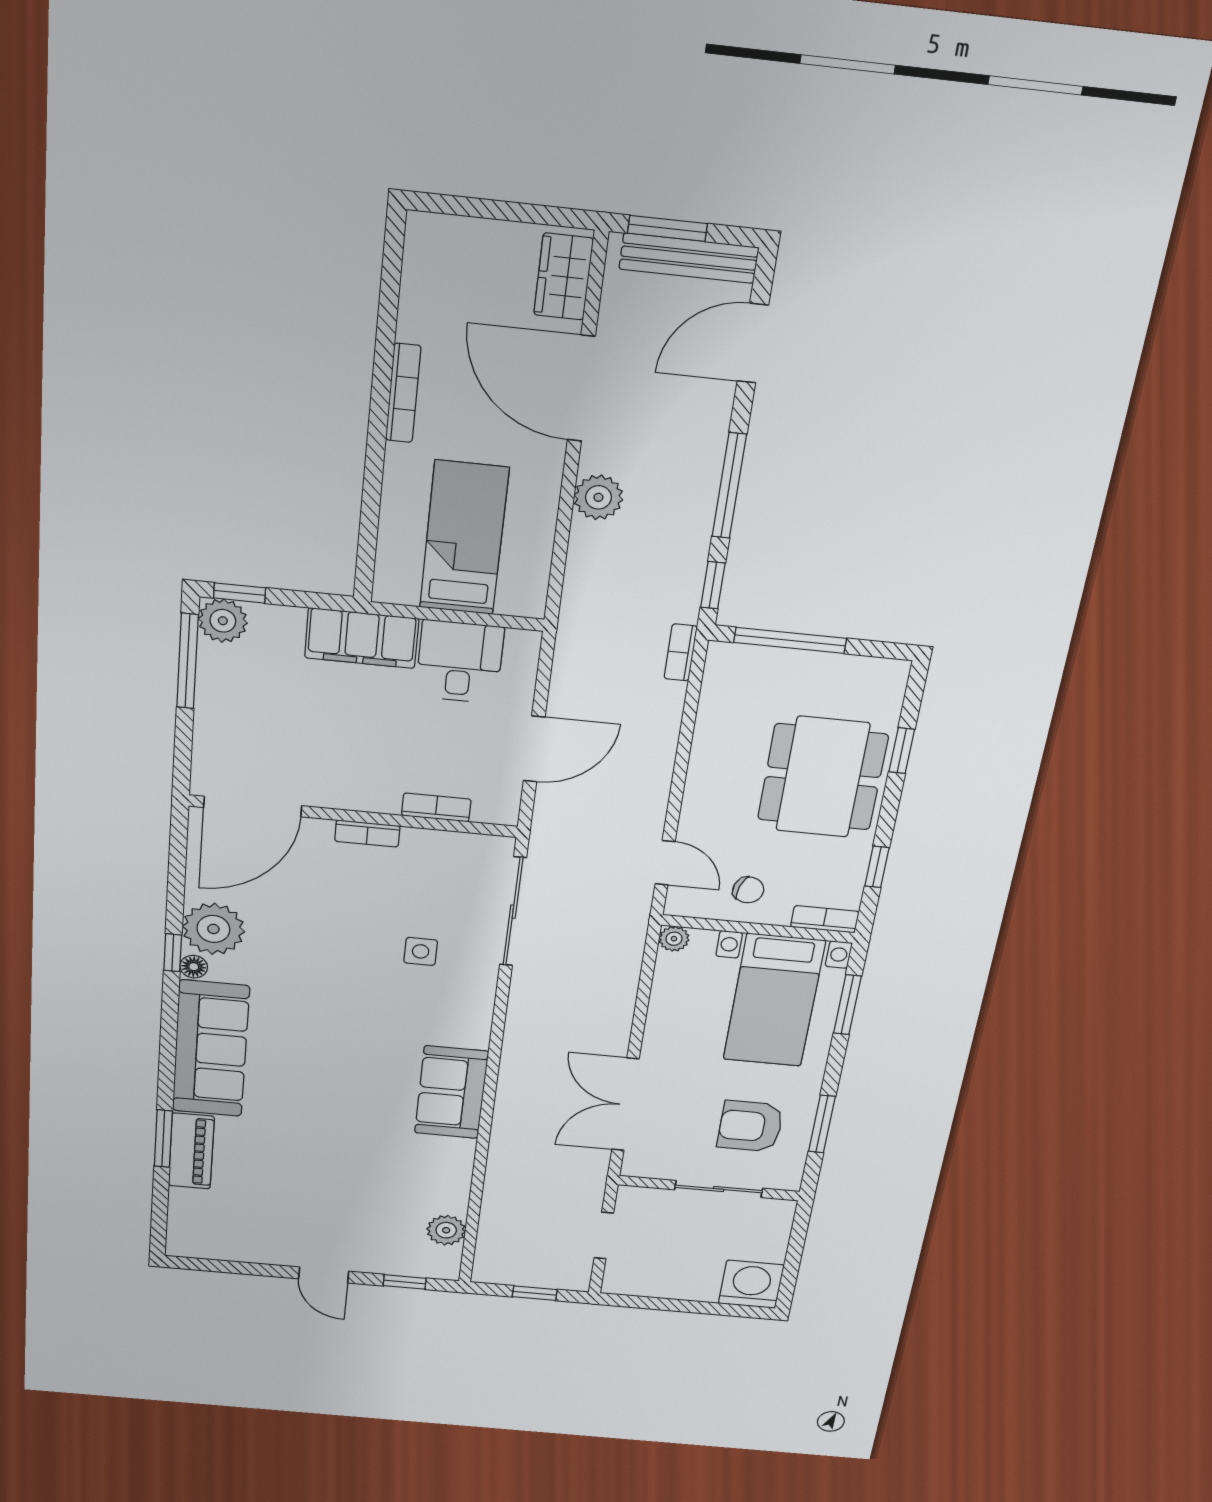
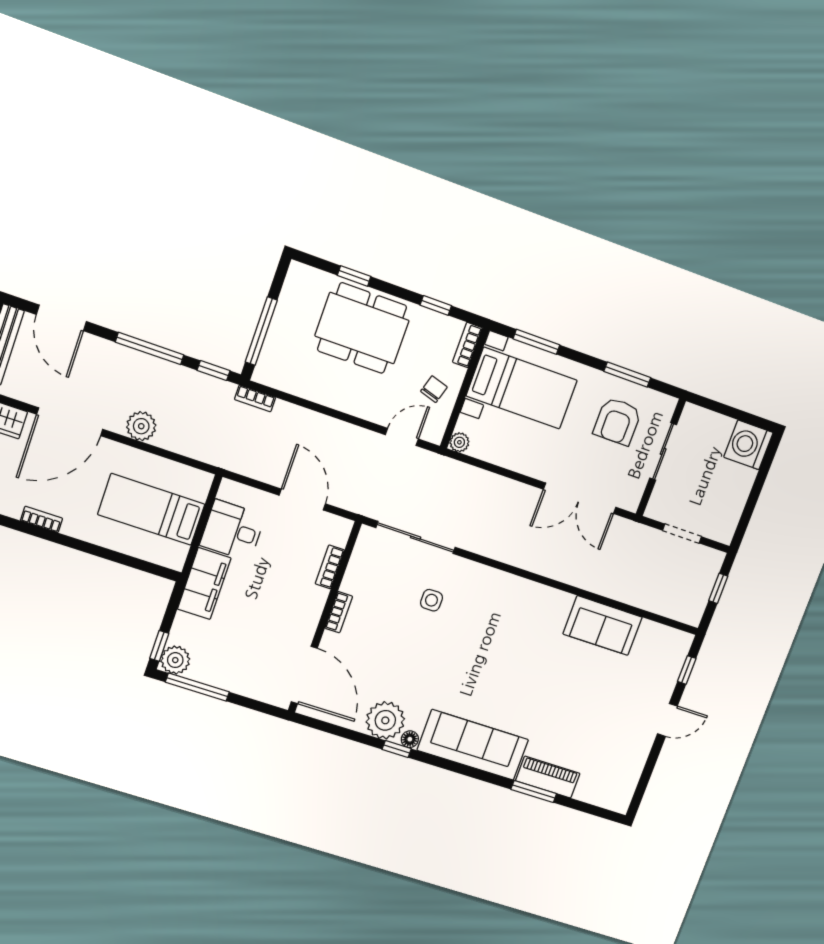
bookcase: (403, 393) -> (41, 519), width x0.64
sofa: (451, 1092) -> (603, 626), moved
plant: (446, 1230) -> (651, 634), removed

